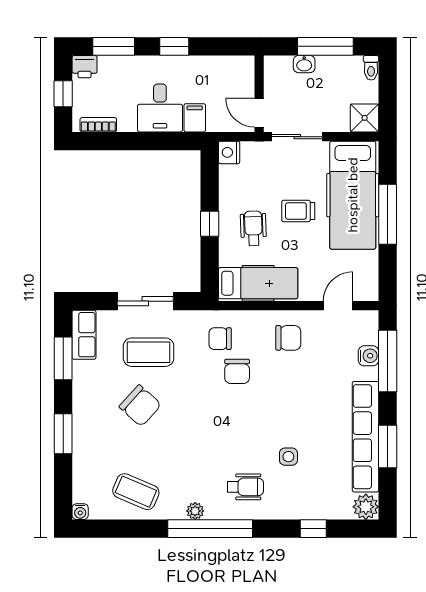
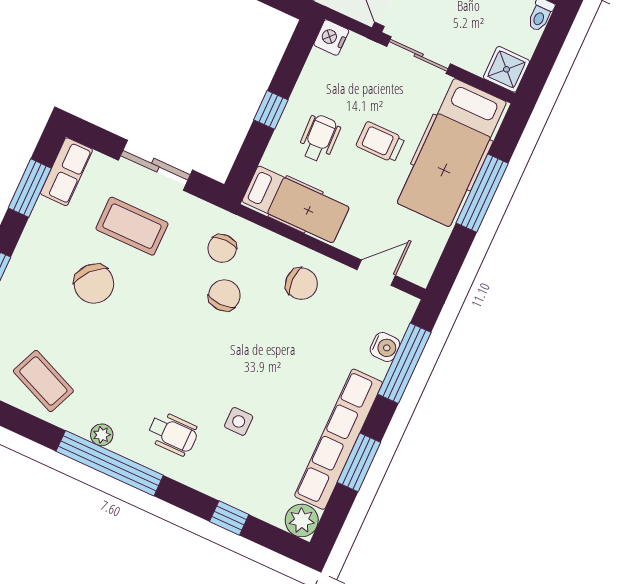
chair: (220, 339) -> (222, 248), turned -90
chair: (237, 371) -> (224, 295), turned 180

